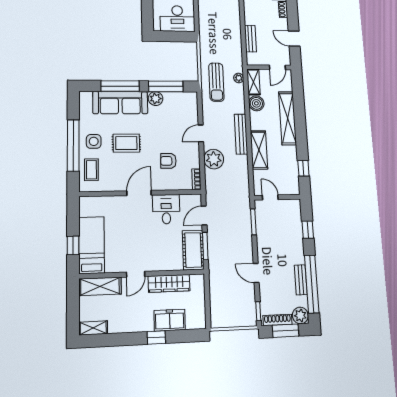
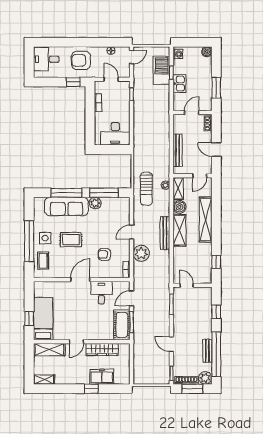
bench: (250, 39) -> (178, 150), width x1.36
shelving: (259, 150) -> (179, 230), moved

